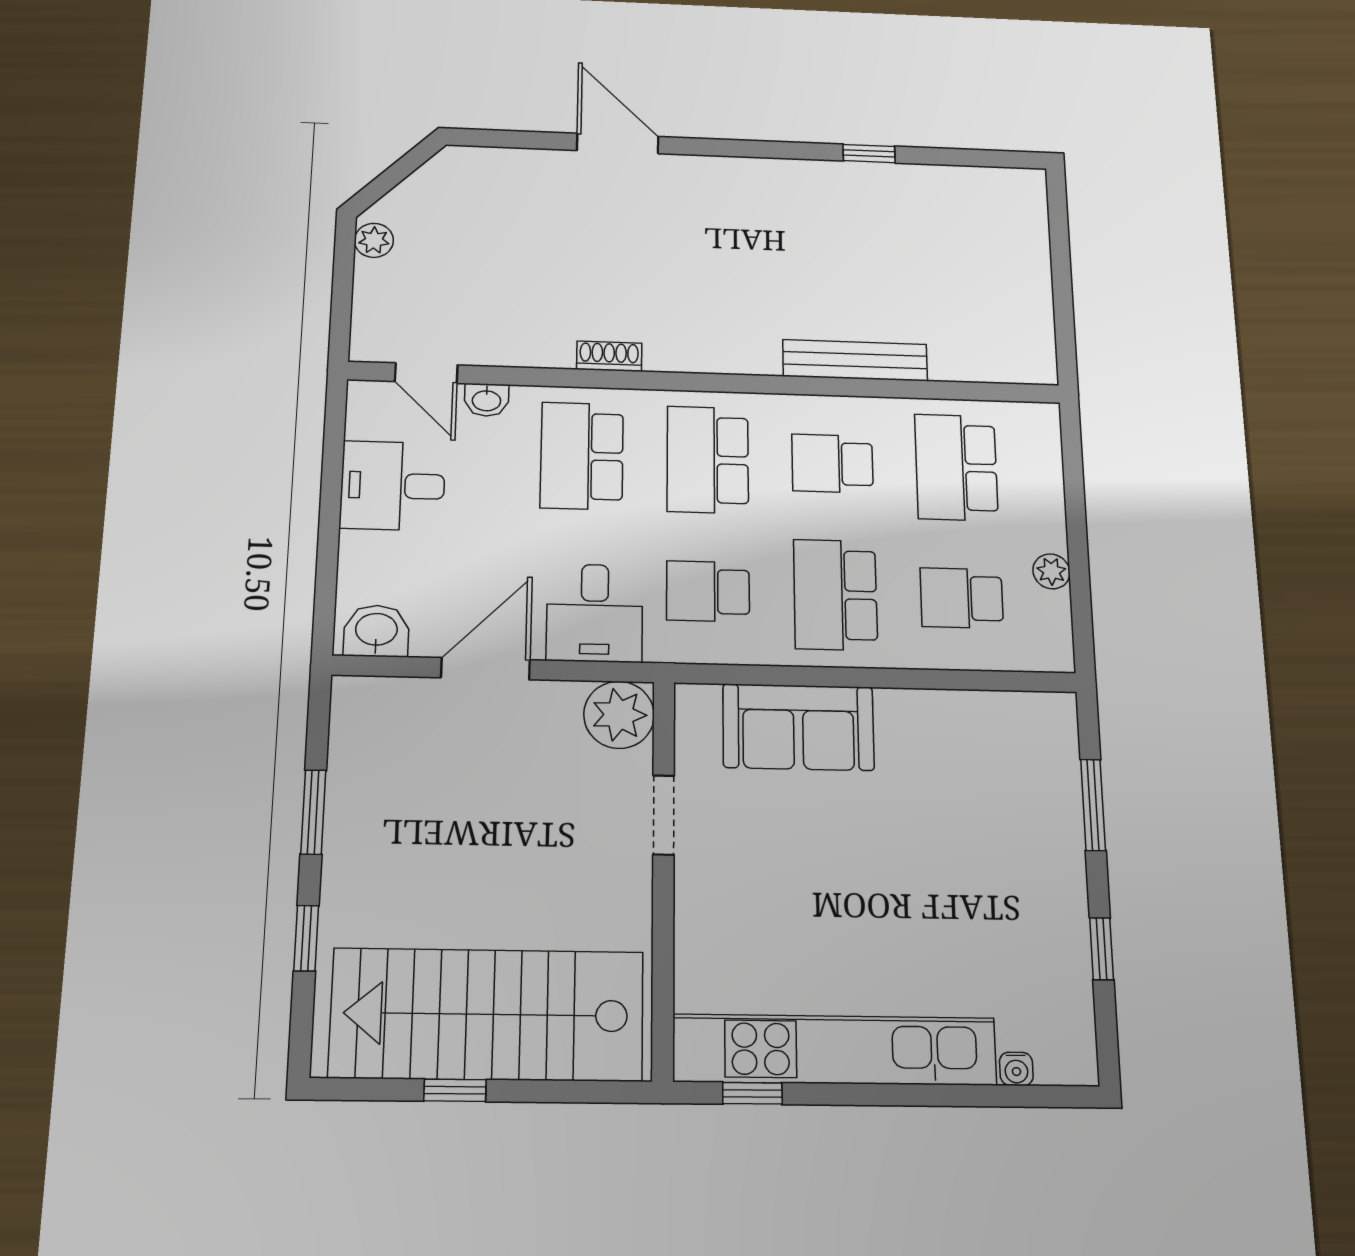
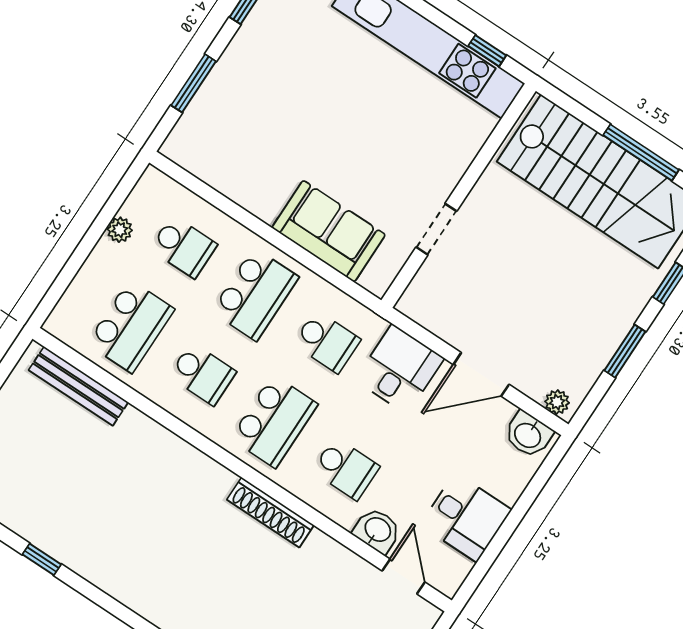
shoe rack: (609, 356) -> (270, 512), width x1.94, depth x1.24
bench: (855, 360) -> (78, 386), moved
washbasin: (486, 400) -> (377, 530), width x1.38, depth x1.45
school desk: (582, 456) -> (346, 469), width x0.54
plant: (619, 715) -> (557, 402), moved, width x0.53, depth x0.53
window: (455, 1090) -> (641, 153), width x2.17

